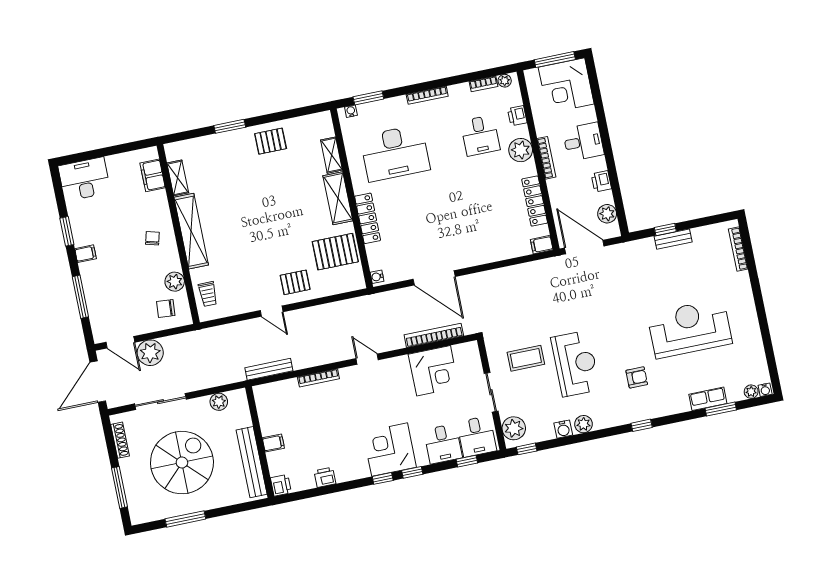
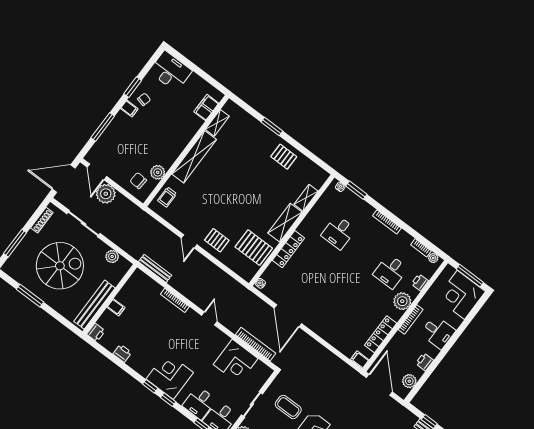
desk: (395, 153) -> (339, 232), width x0.53, depth x0.77
chair: (152, 238) -> (144, 99), moved

